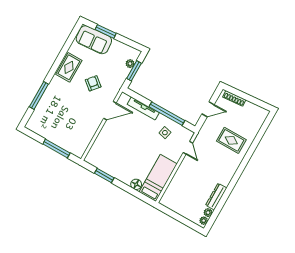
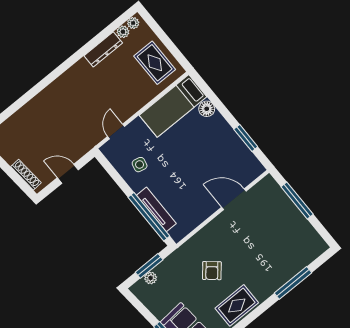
door: (110, 111) -> (234, 199), moved
window: (167, 114) -> (149, 217), moved
rug: (231, 140) -> (155, 63), moved

